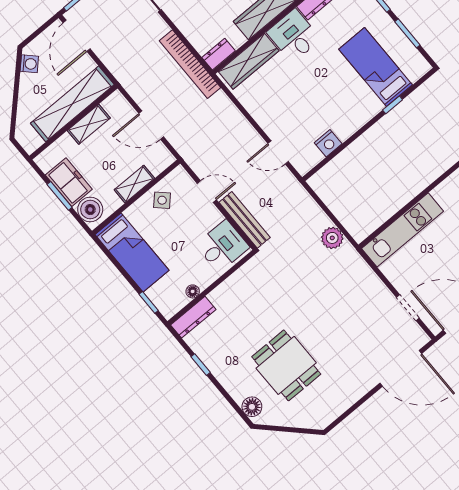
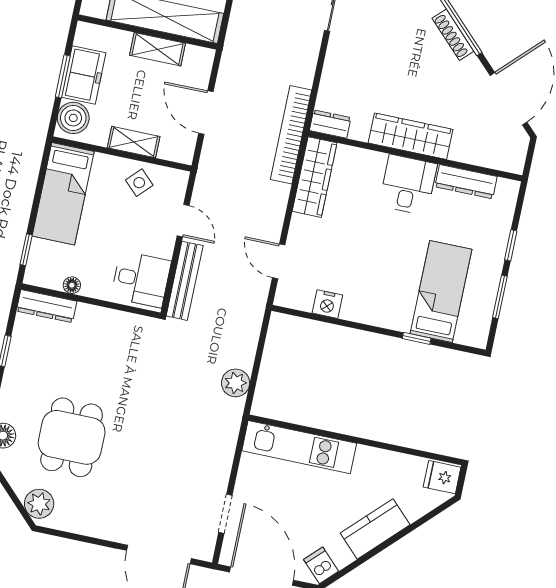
wardrobe: (249, 61) -> (315, 177), moved, turned -90
bookcase: (190, 64) -> (291, 135), moved
plant: (311, 418) -> (39, 504), added

